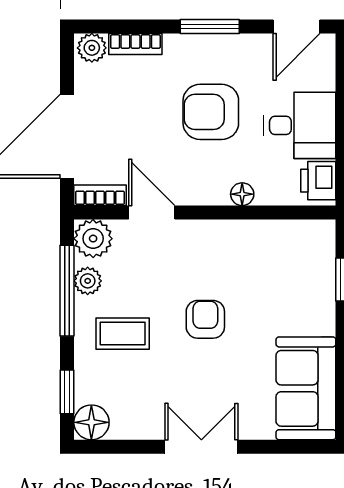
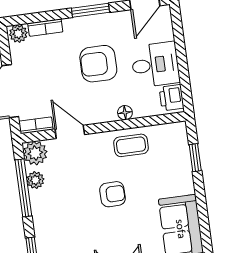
armchair: (205, 319) -> (112, 194), turned 89
coffee table: (123, 334) -> (131, 145), moved

